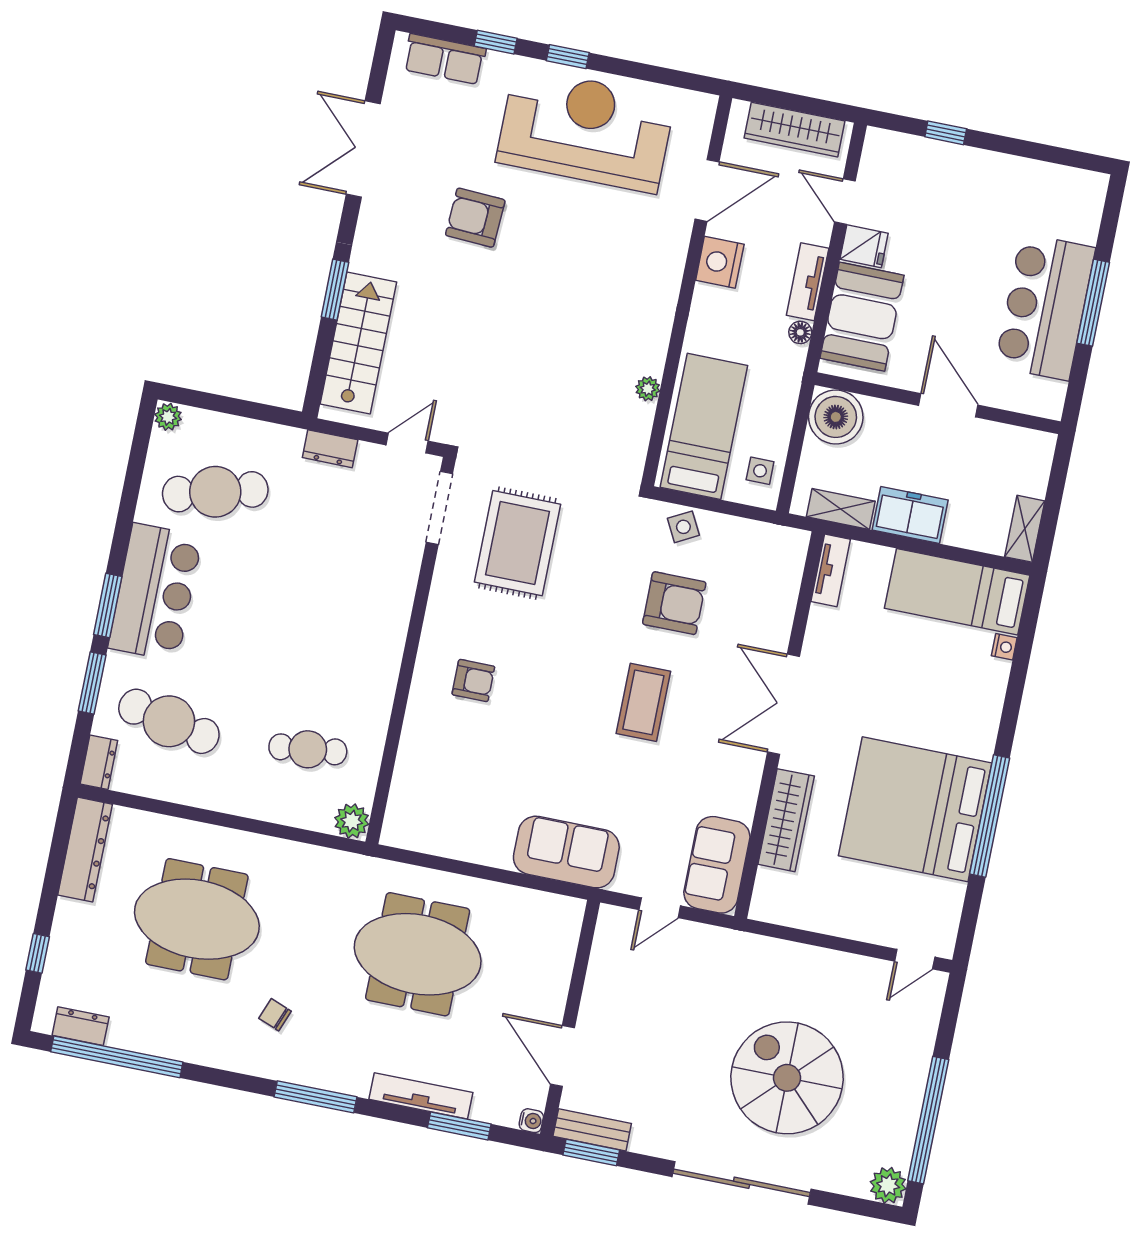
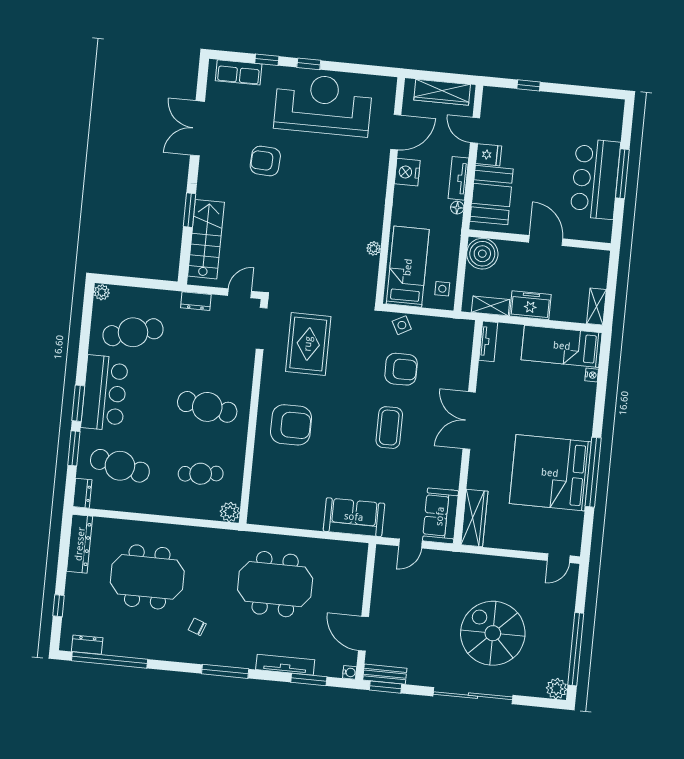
cafe table: (331, 635) -> (207, 407), added
armchair: (473, 681) -> (291, 425), width x1.88, depth x1.88
wardrobe: (786, 820) -> (474, 518), moved

